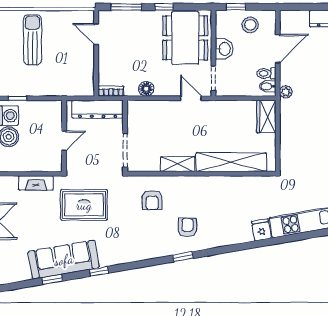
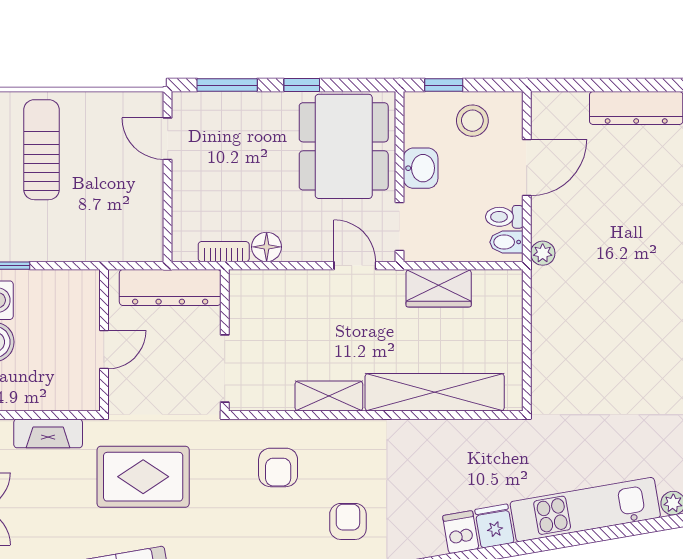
bookcase: (111, 91) -> (224, 252), moved
wardrobe: (266, 117) -> (439, 288), moved, turned -90
dishwasher: (244, 233) -> (461, 532), added

